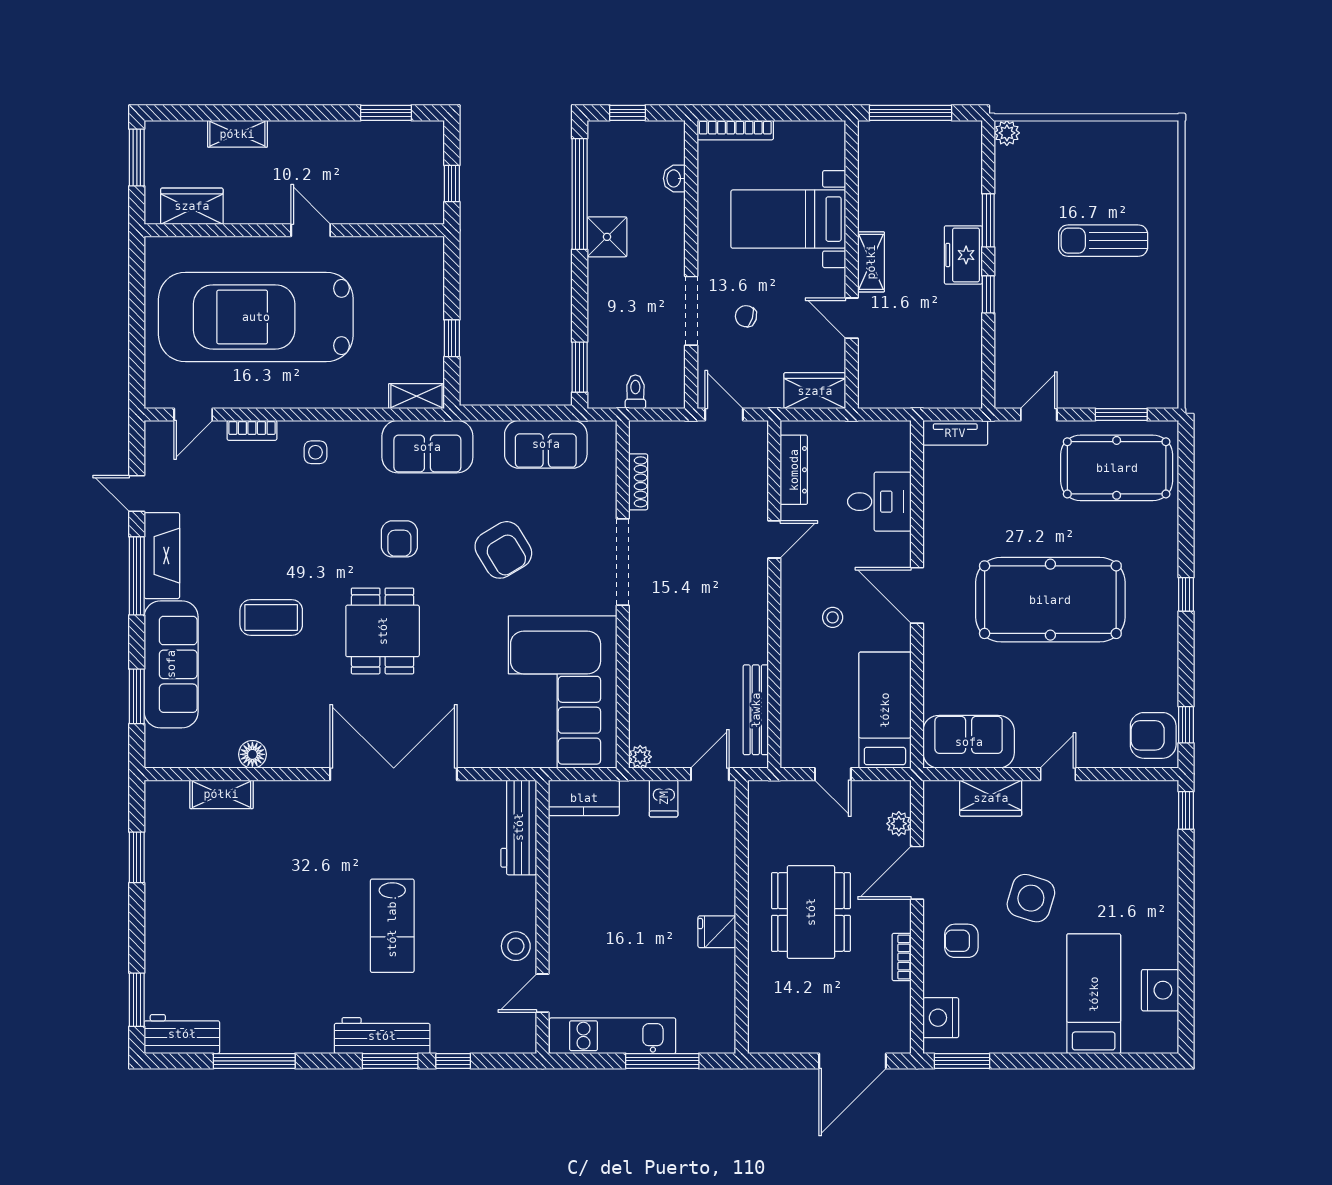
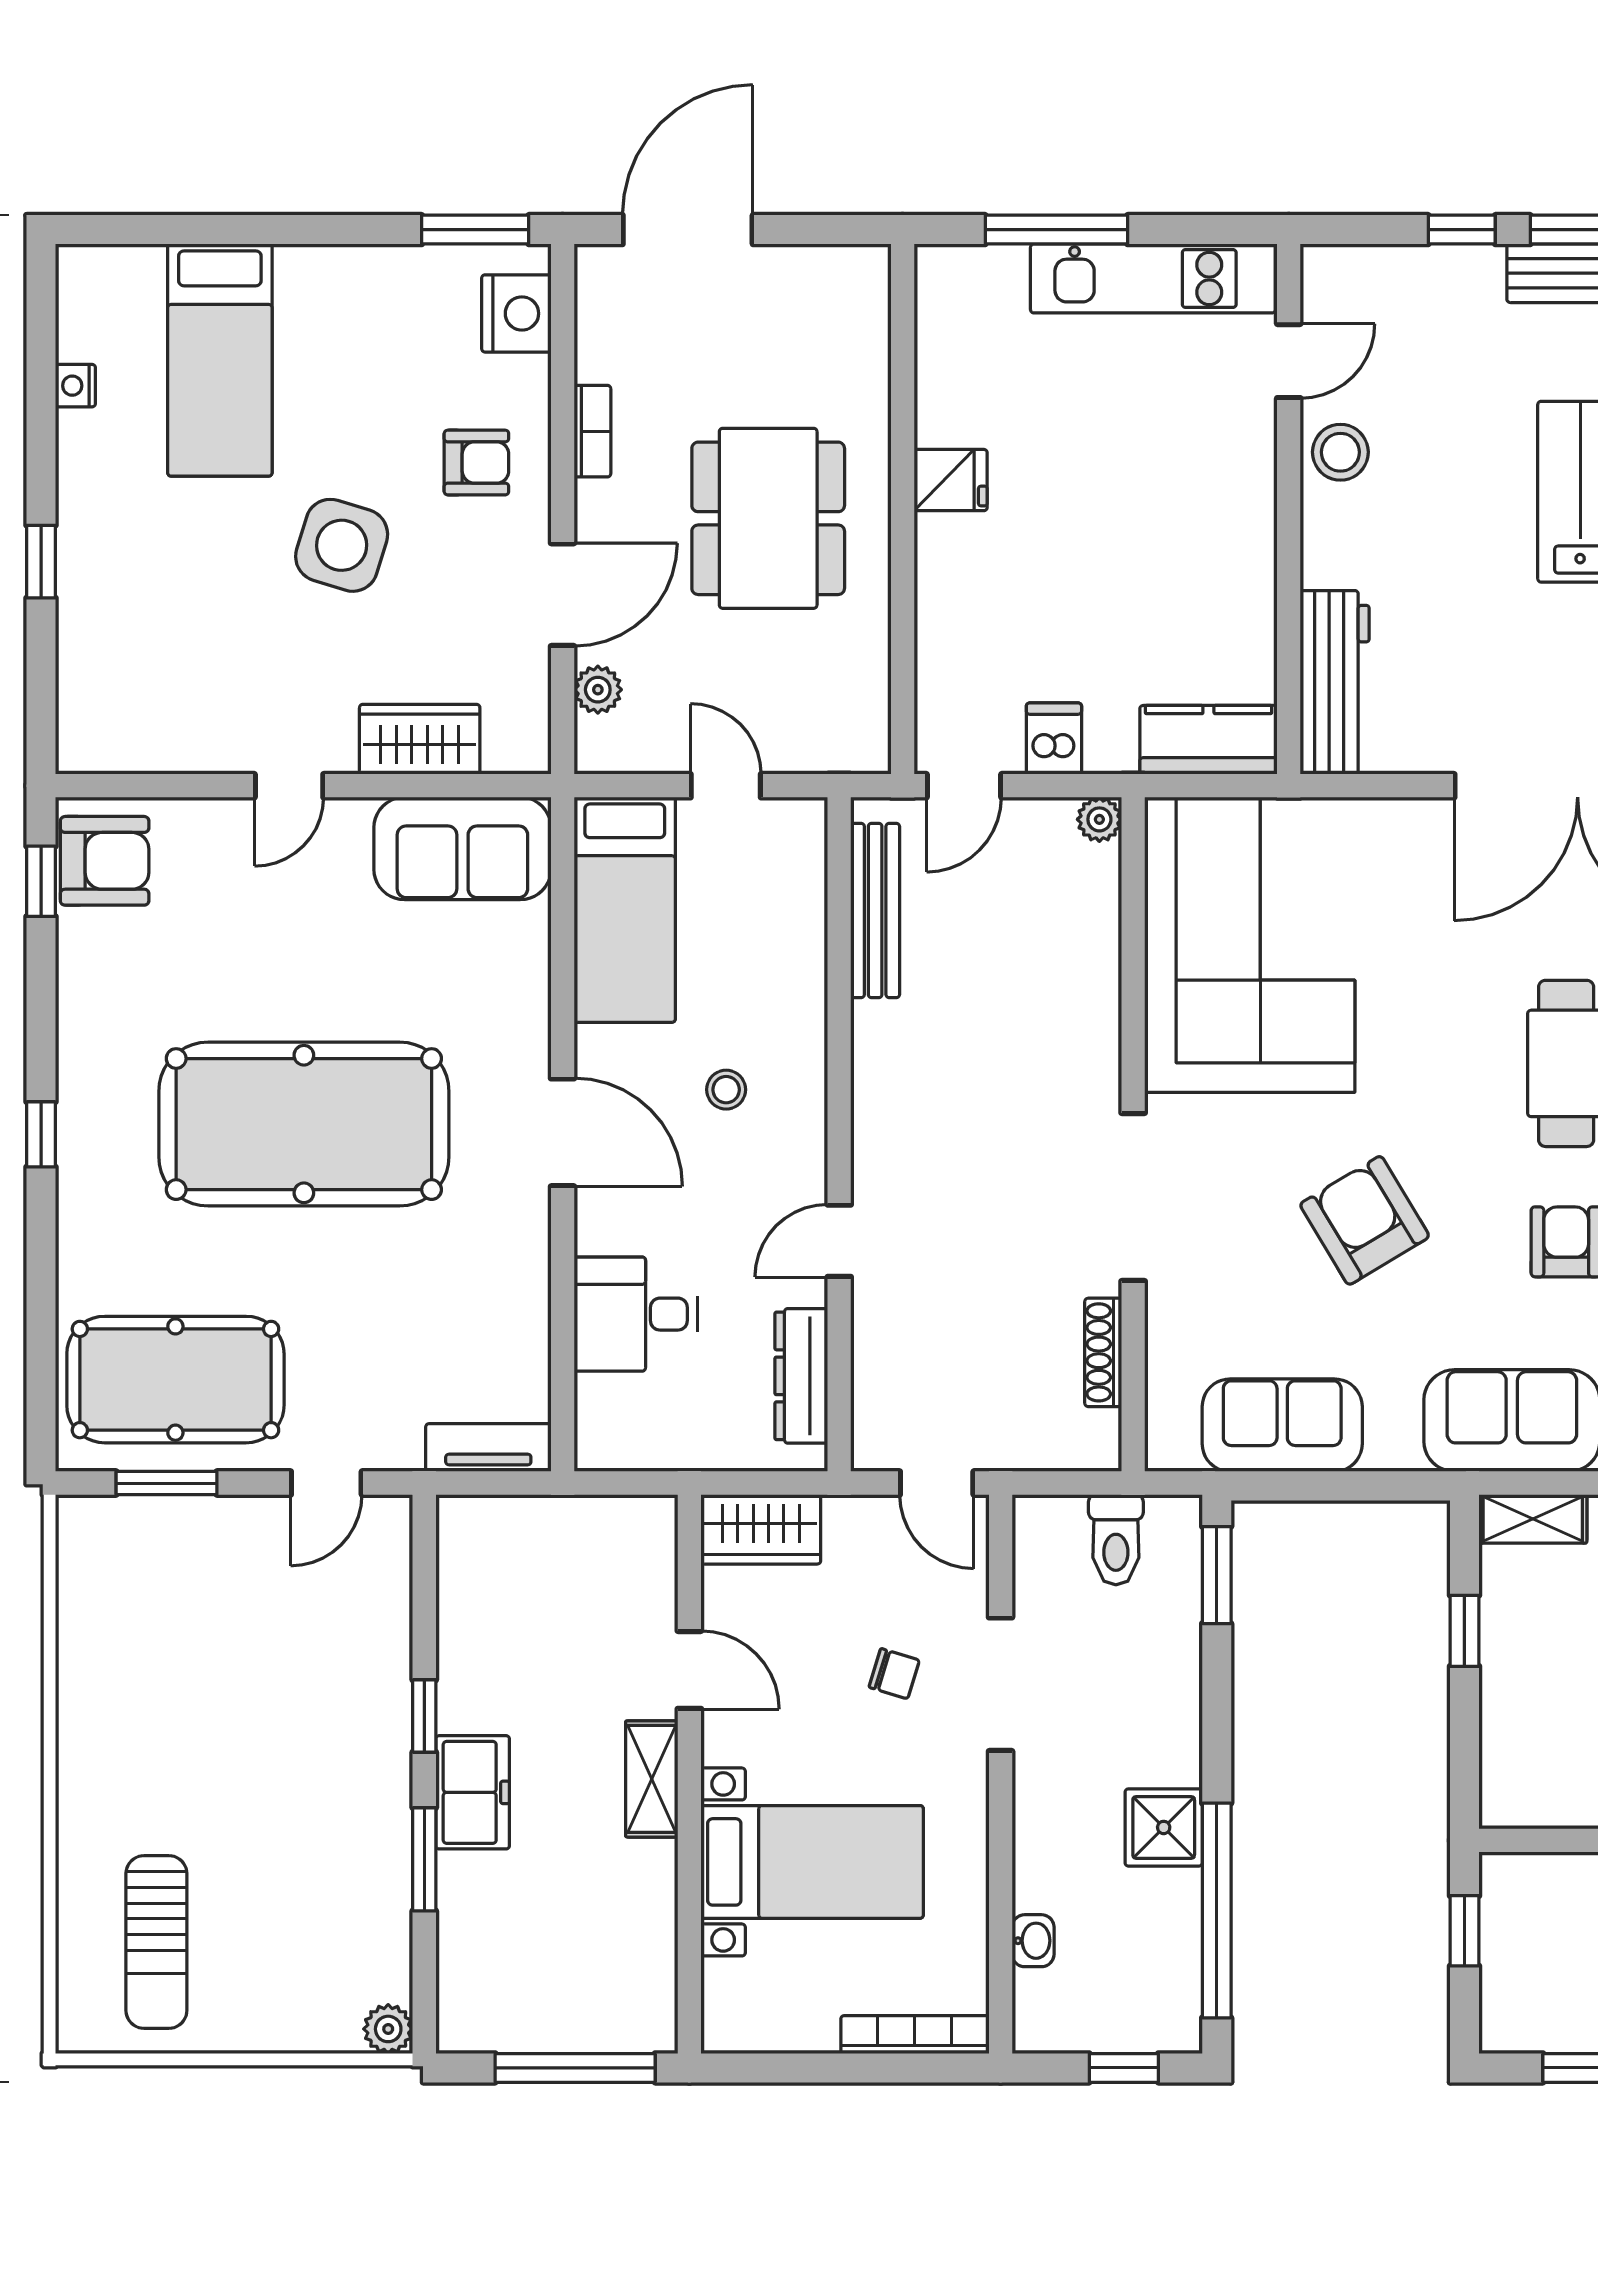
sun lounger: (1103, 241) -> (156, 1942), moved, turned 90
toilet: (635, 392) -> (1116, 1540), width x1.37, depth x1.39
window: (1186, 810) -> (41, 562), moved
nightstand: (1160, 990) -> (75, 386), width x0.53, depth x0.56

